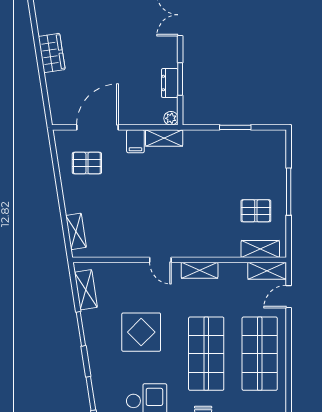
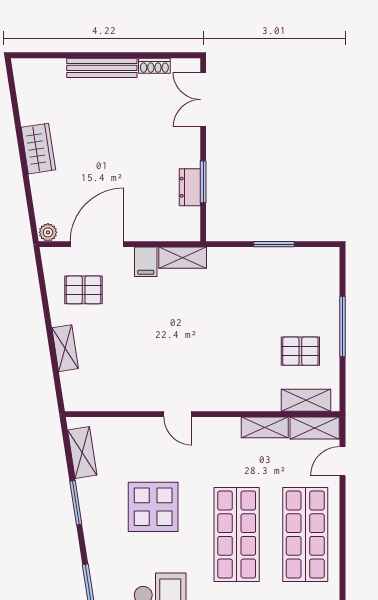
plant: (171, 118) -> (48, 232), moved
shelving: (76, 231) -> (65, 348), moved
shelving: (200, 270) -> (265, 427), moved

